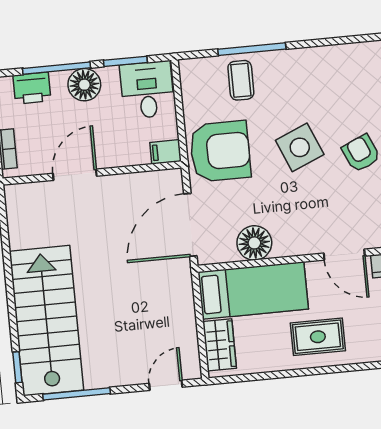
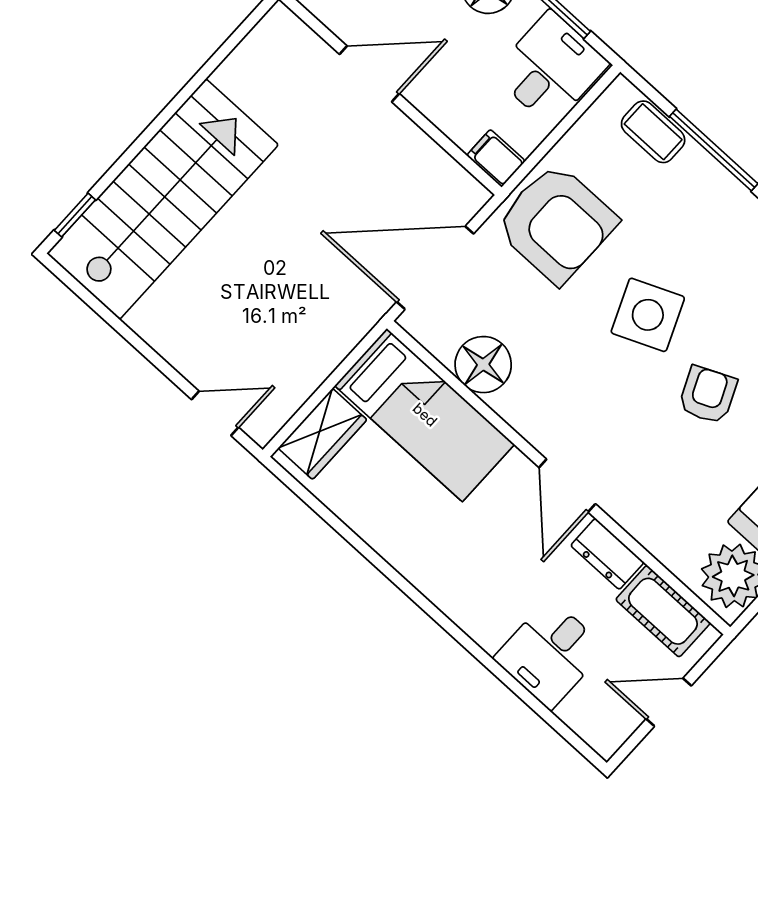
coffee table: (241, 80) -> (653, 132), moved, turned 90
rug: (318, 337) -> (440, 543), removed
window: (77, 394) -> (107, 315), removed

